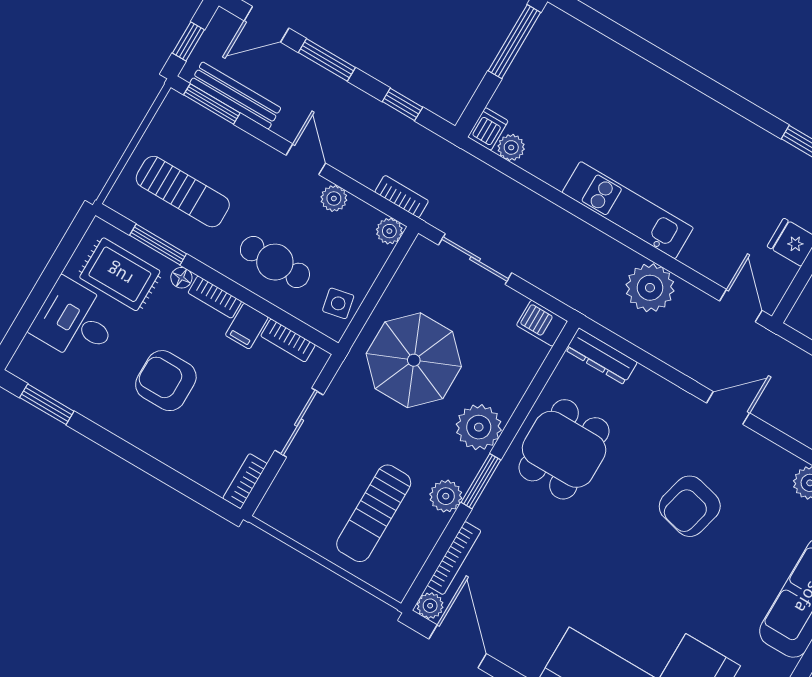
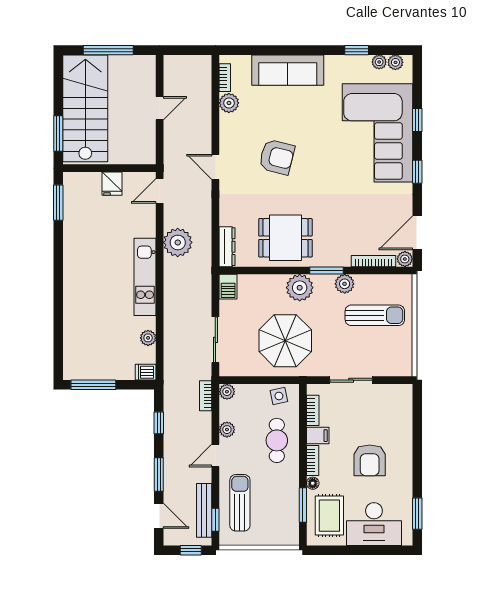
window: (212, 104) -> (215, 520), width x0.67
plant: (511, 147) -> (148, 338), moved
sun lounger: (183, 192) -> (240, 503), moved
desk: (75, 321) -> (374, 524), width x1.37
bookcase: (245, 481) -> (397, 390), removed

